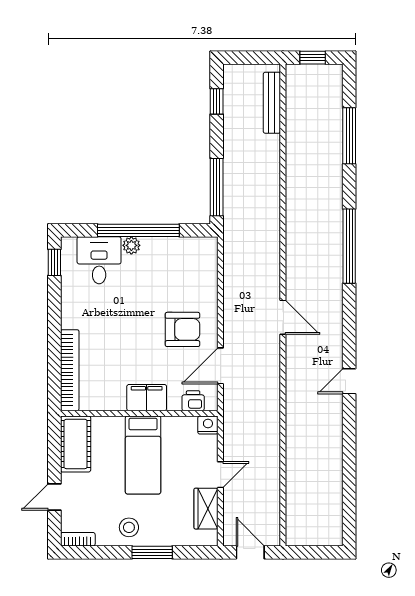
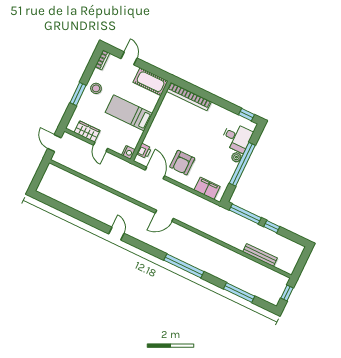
window: (217, 101) -> (272, 227), moved
bench: (272, 103) -> (260, 255), moved
filing cabinet: (147, 398) -> (207, 188), moved, turned -90
door: (250, 552) -> (54, 143), swing flipped

